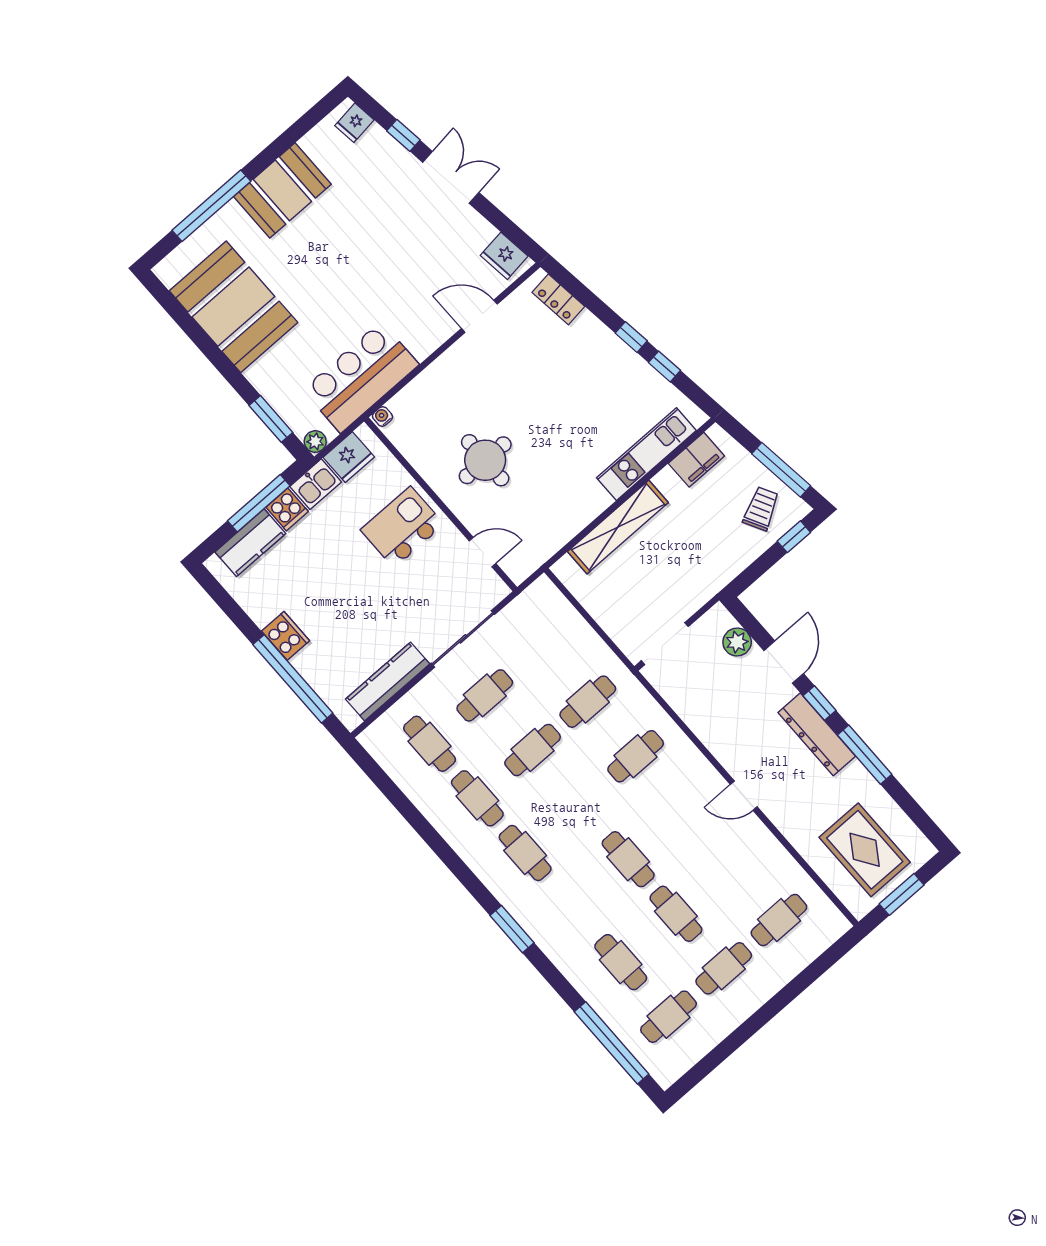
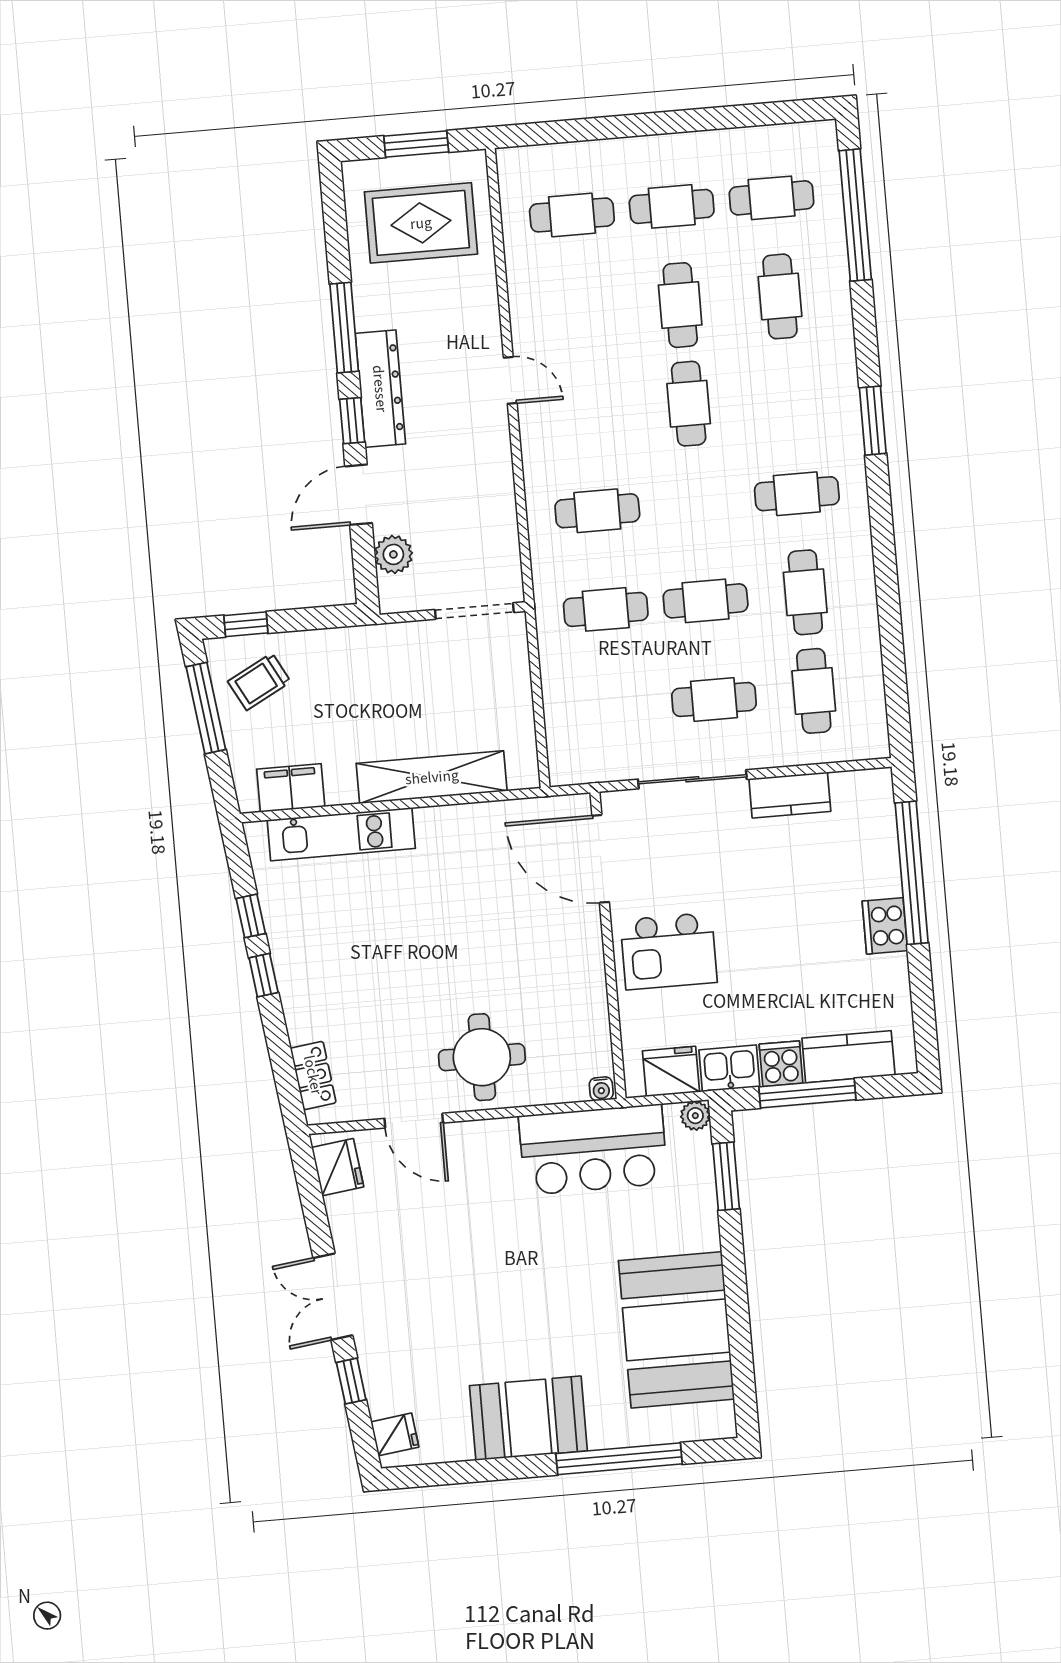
round table: (485, 460) -> (482, 1057), moved
door: (483, 552) -> (601, 859), width x1.88
kitchen counter: (388, 681) -> (790, 795), width x0.67
rug: (865, 850) -> (421, 223), turned 90
cafe table: (525, 853) -> (797, 494), turned 90

